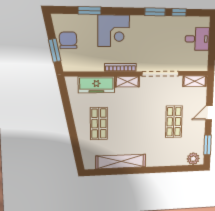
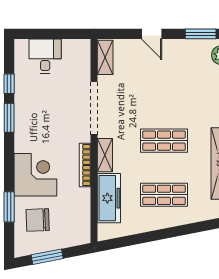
chair: (68, 40) -> (38, 220), moved
window: (55, 50) -> (47, 257), moved
shop shelf: (174, 122) -> (164, 141), moved

